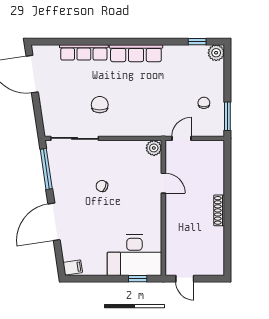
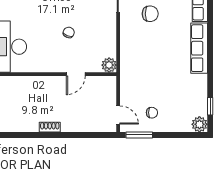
door: (182, 138) -> (118, 115), moved
chair: (102, 186) -> (69, 32), moved
shoe rack: (219, 210) -> (50, 127), width x0.70

